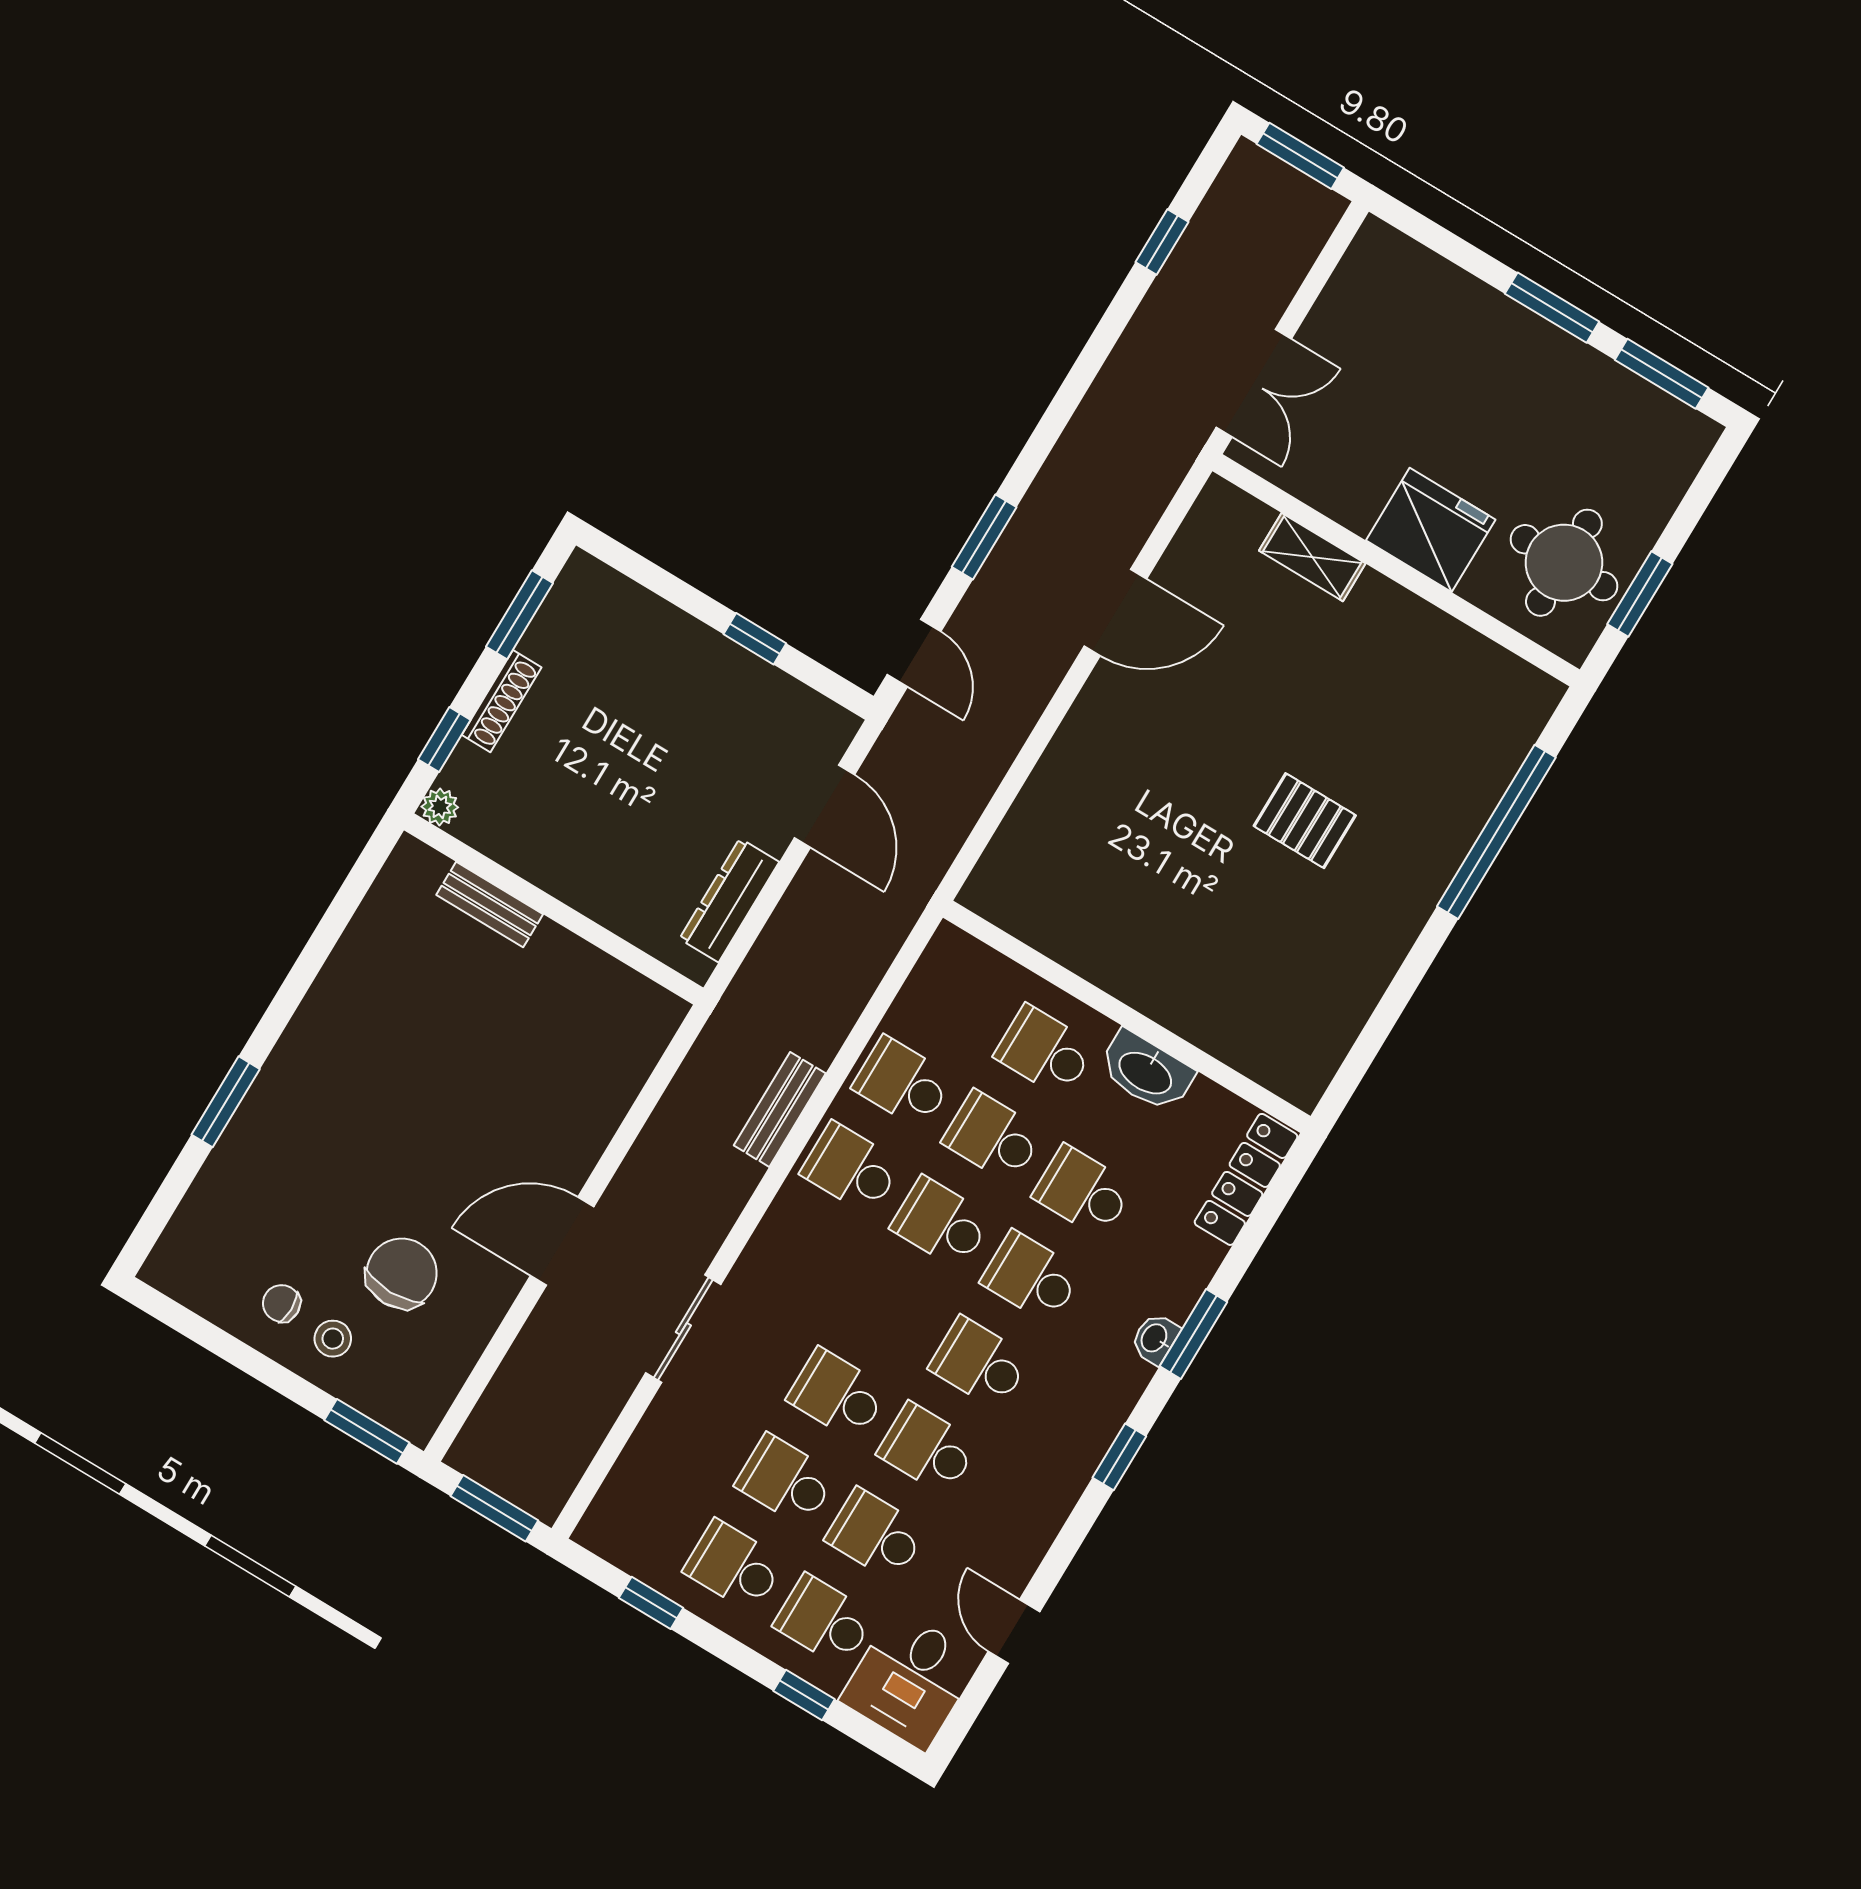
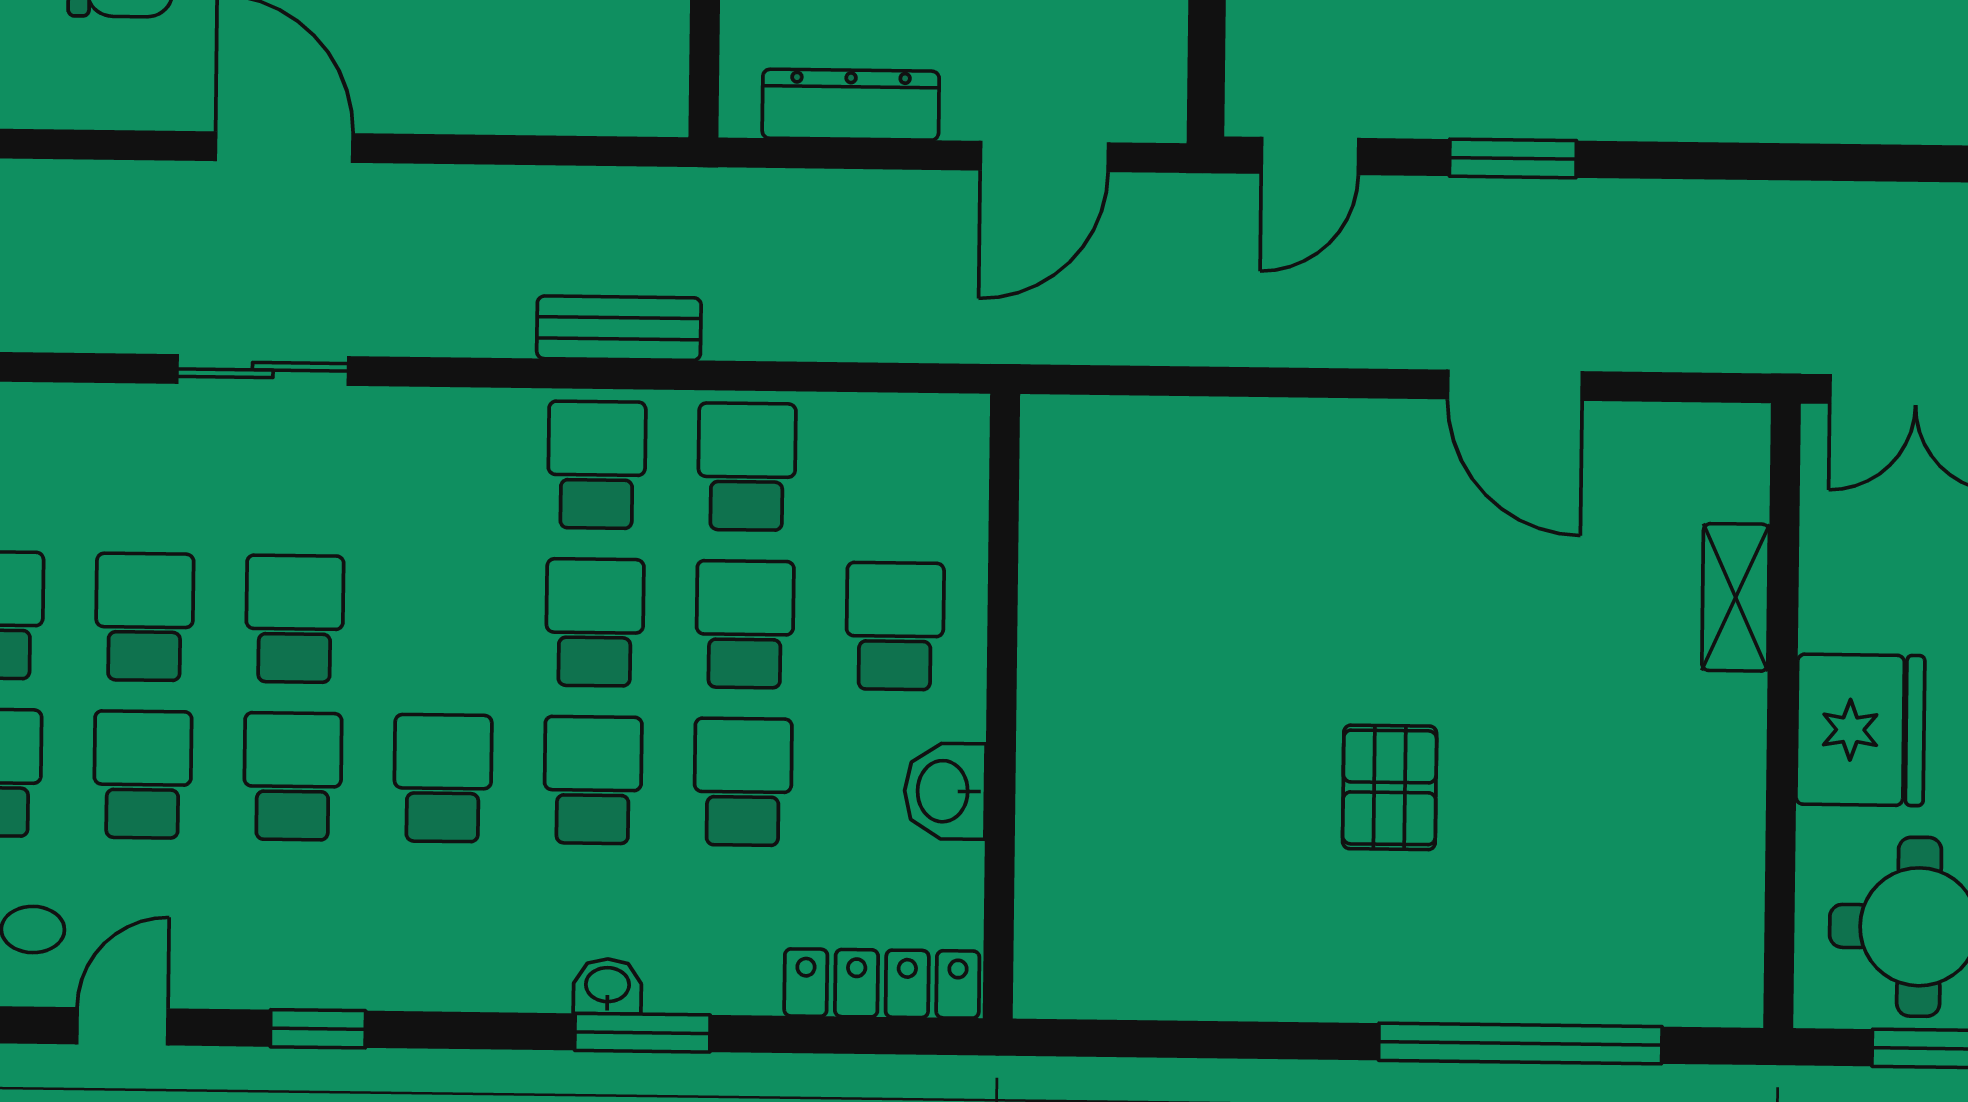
washbasin: (1146, 1072) -> (945, 791), width x0.72
window: (1119, 1457) -> (318, 1029), moved

